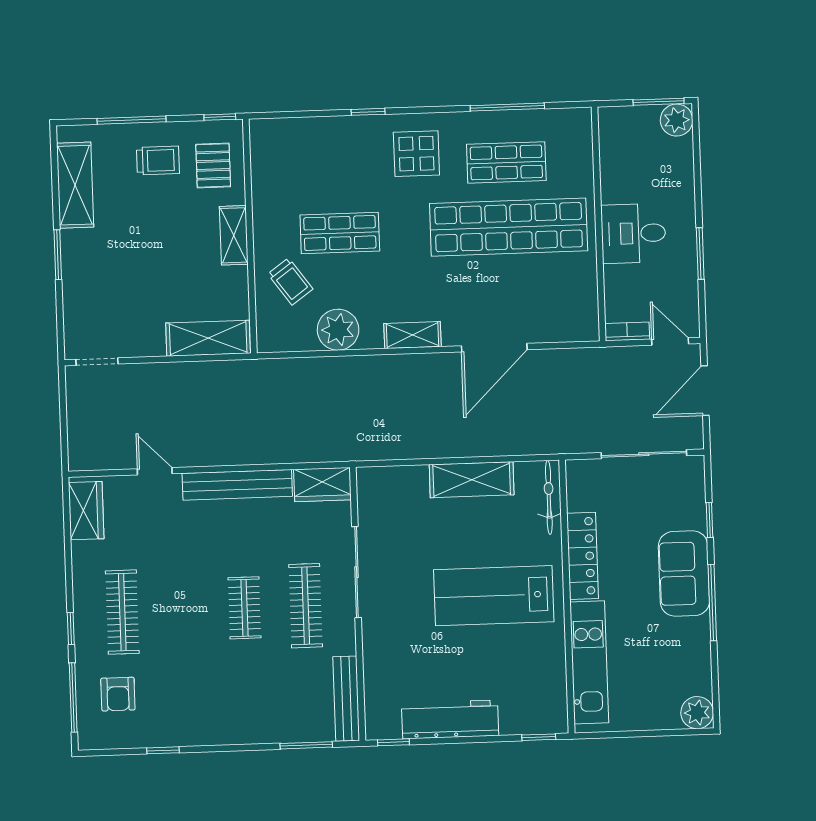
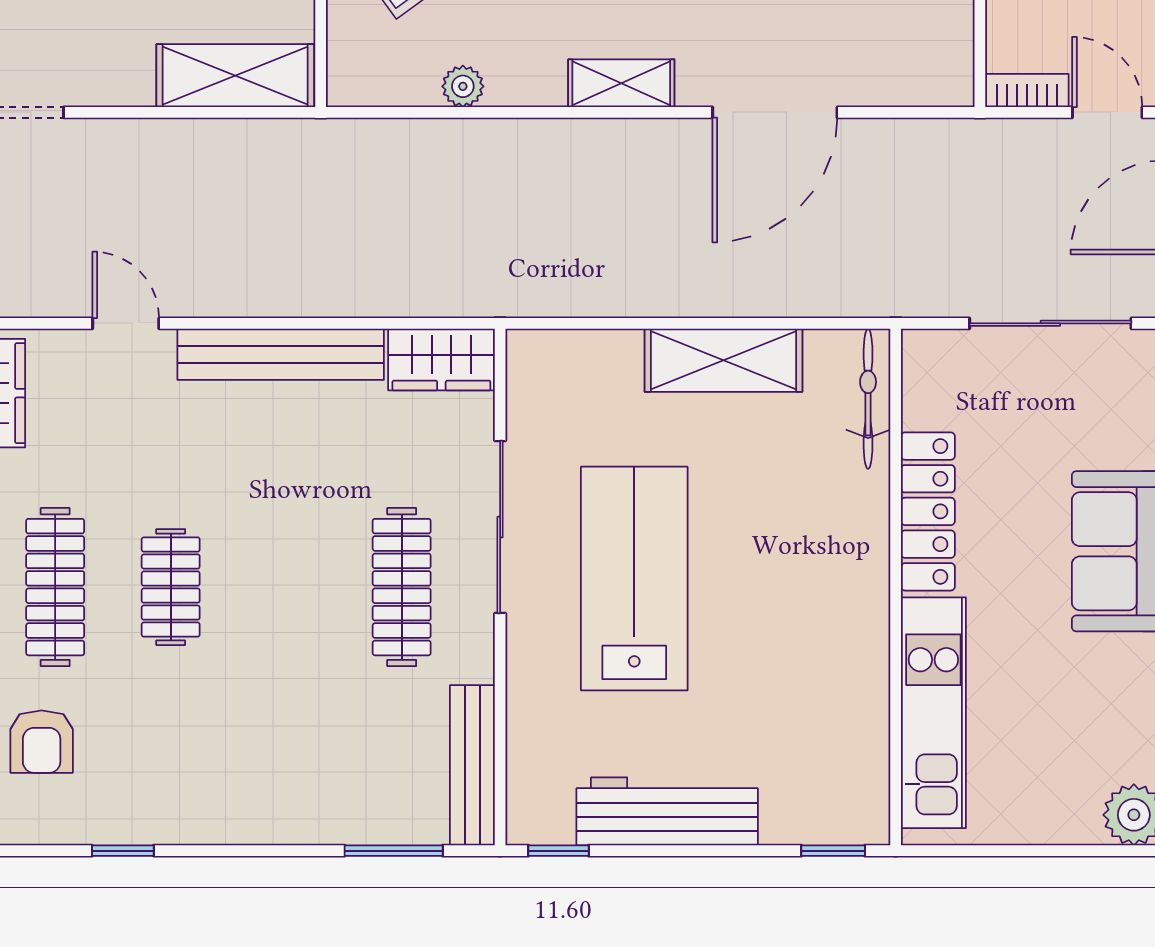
plant: (338, 330) -> (463, 86), width x0.53, depth x0.53
lab bench: (494, 596) -> (634, 579), moved, turned 90
clothes rail: (244, 608) -> (171, 587), moved

